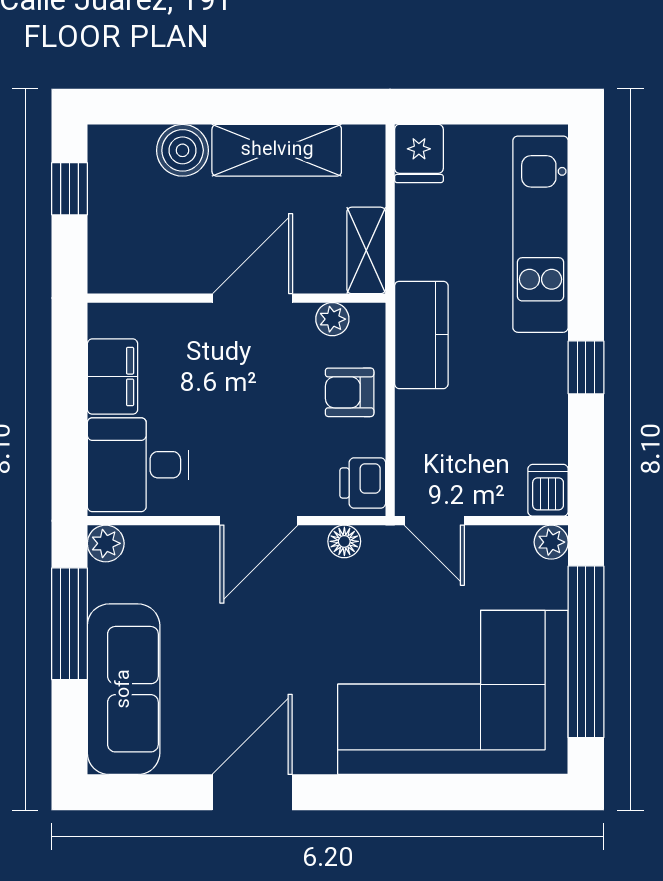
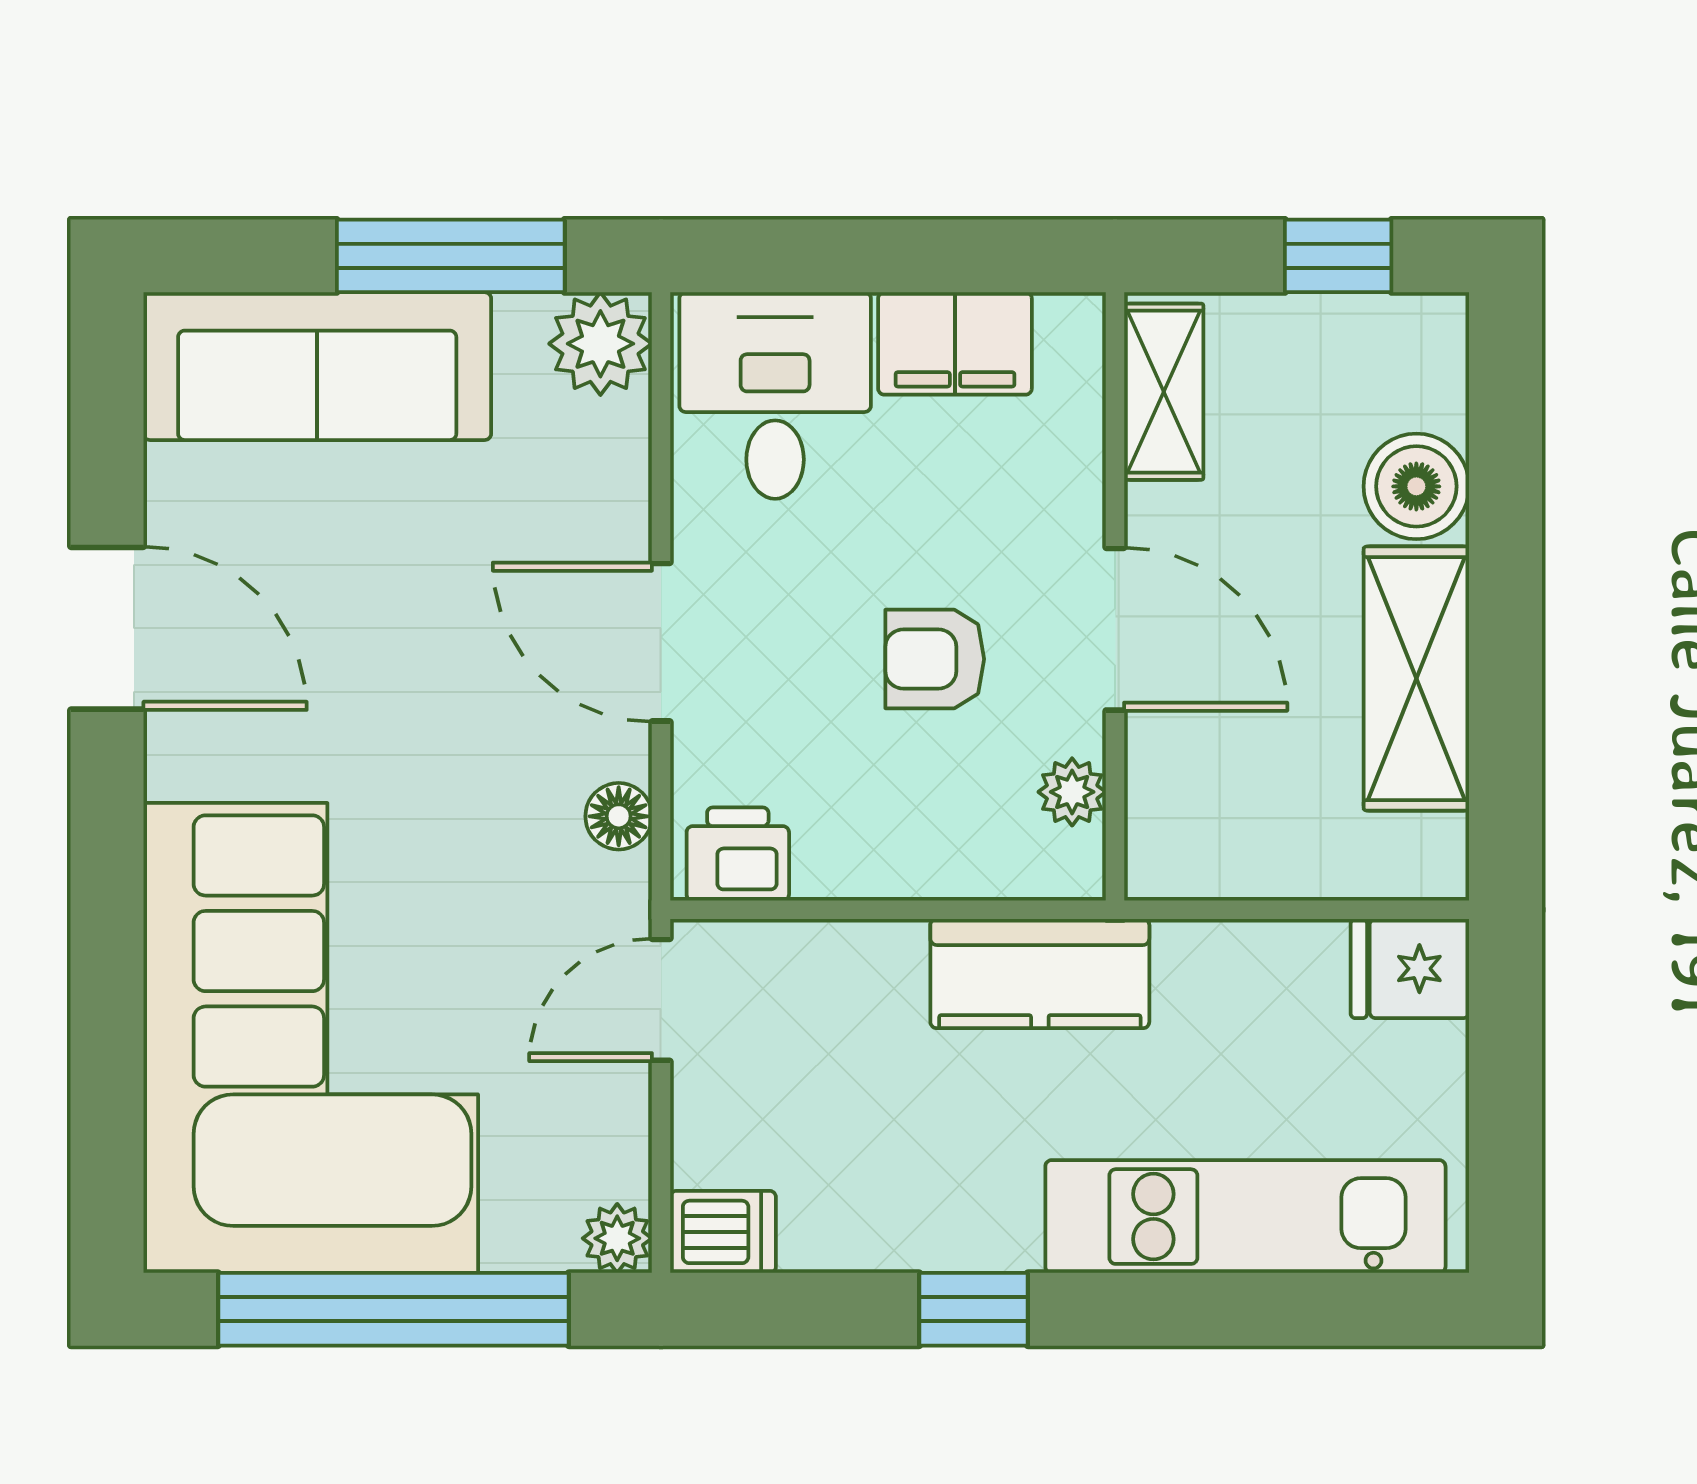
shelving: (366, 250) -> (1164, 392), moved, turned 90
armchair: (350, 392) -> (935, 659), moved, turned -90
plant: (106, 543) -> (600, 344), width x1.38, depth x1.38

